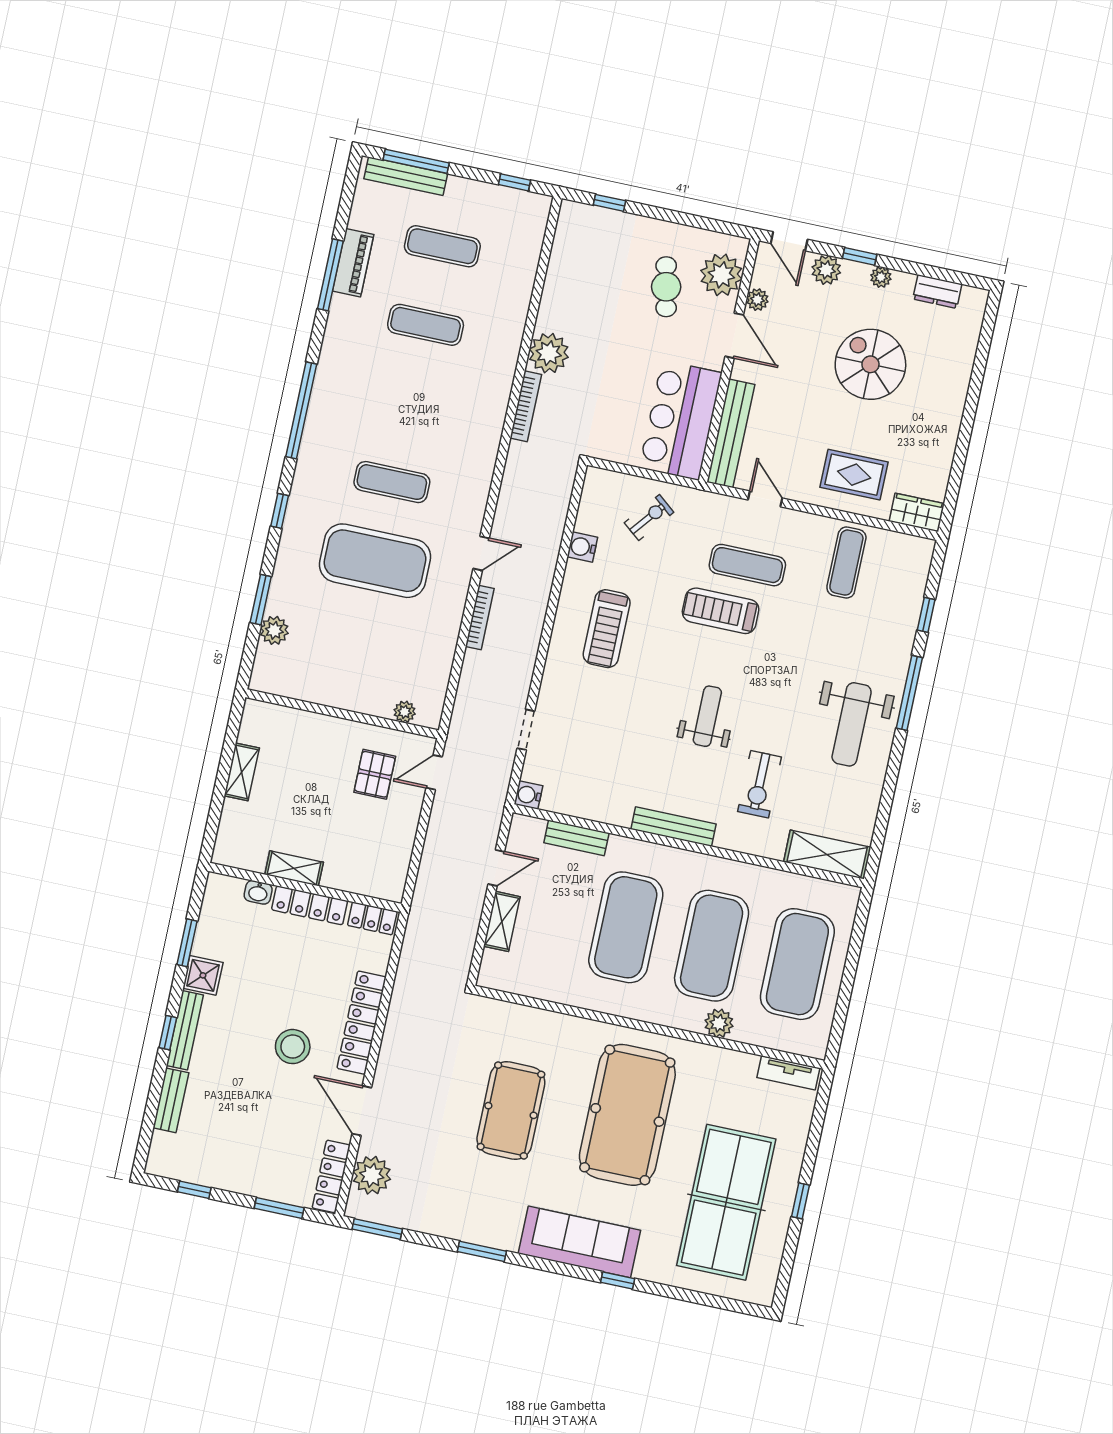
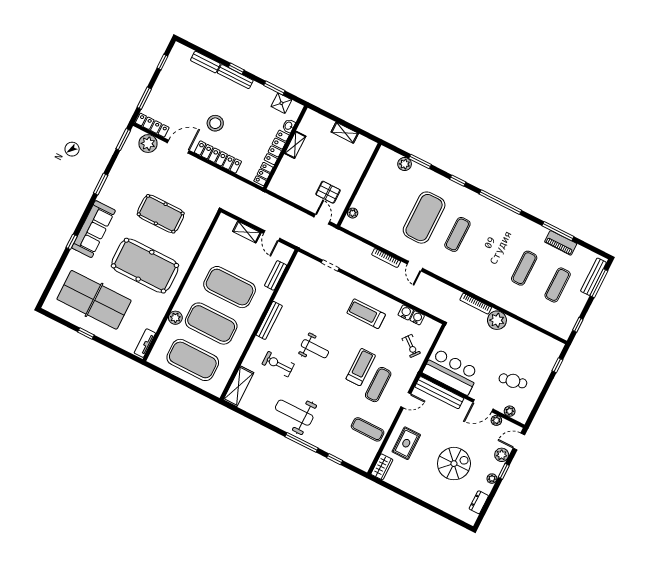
plant: (721, 275) -> (510, 411), width x0.53, depth x0.53
water cooler: (528, 795) -> (417, 318), moved
shower: (203, 975) -> (281, 103), moved

